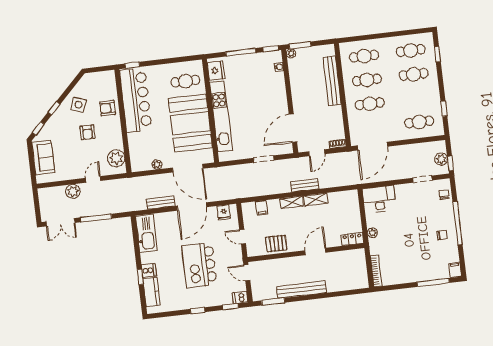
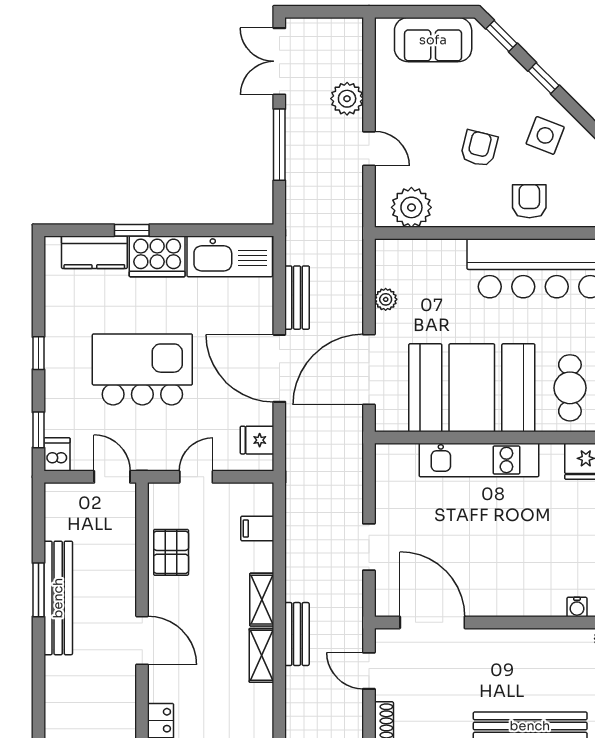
kitchen unit: (221, 116) -> (479, 460), width x0.73
armchair: (87, 132) -> (479, 148), turned 104
cooker: (149, 270) -> (157, 256), width x1.87, depth x1.31
door: (247, 273) -> (112, 477), hinge flipped
window: (273, 302) -> (38, 590), moved

